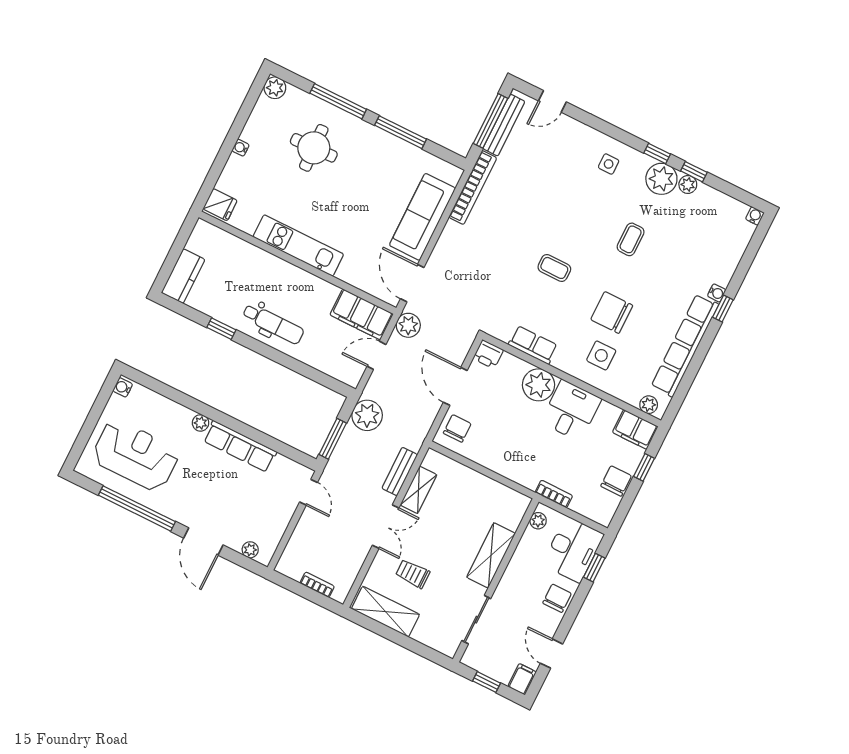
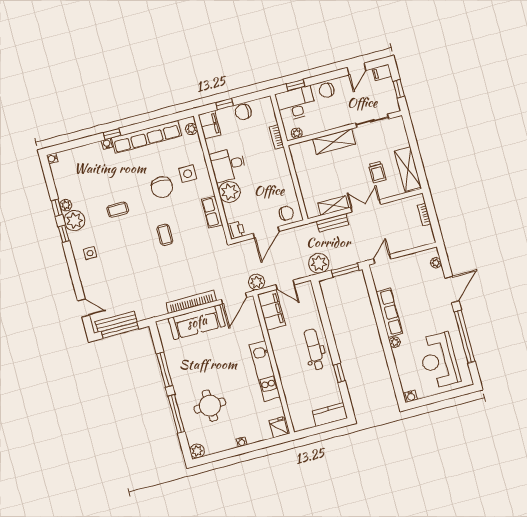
bookcase: (473, 188) -> (191, 302), moved
chair: (457, 428) -> (286, 213), turned 180

